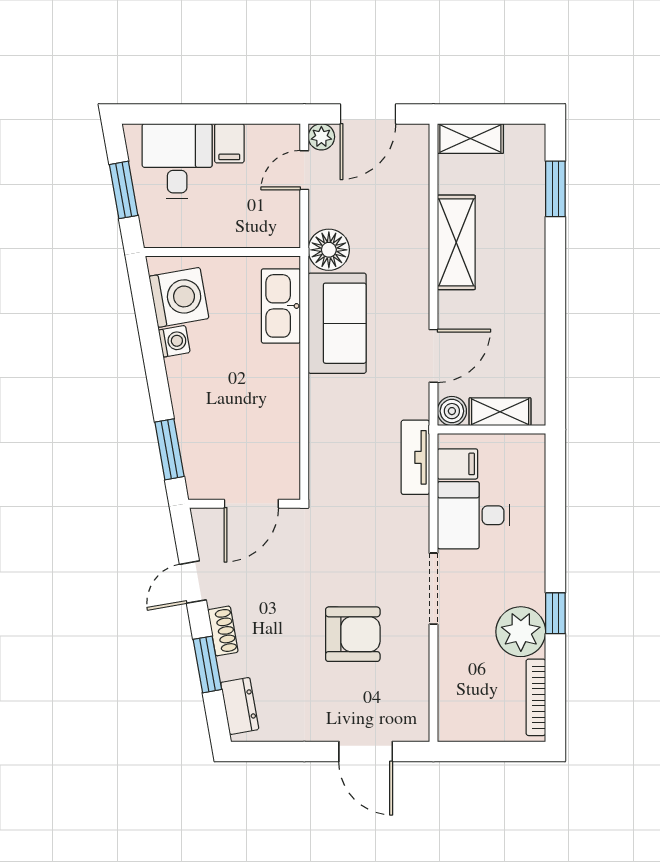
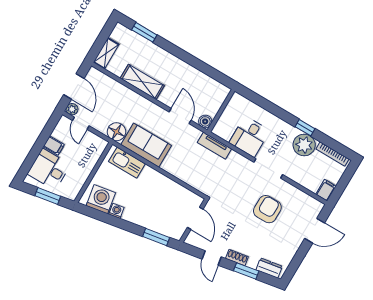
shelving: (500, 412) -> (216, 103), removed
filing cabinet: (457, 464) -> (326, 190), moved

